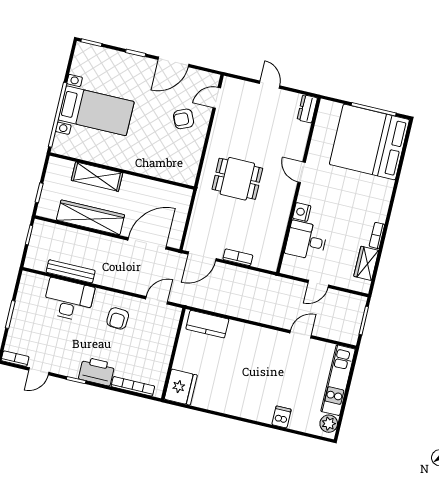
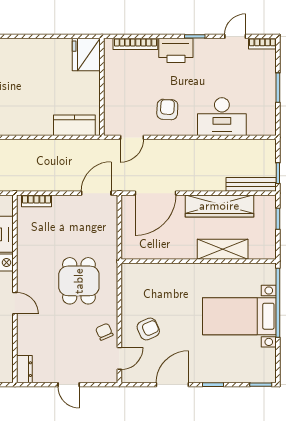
chair: (225, 126) -> (104, 332), added
dining table: (237, 179) -> (79, 281), turned 90
bookcase: (238, 257) -> (36, 201), moved
bench: (71, 271) -> (251, 184), moved

